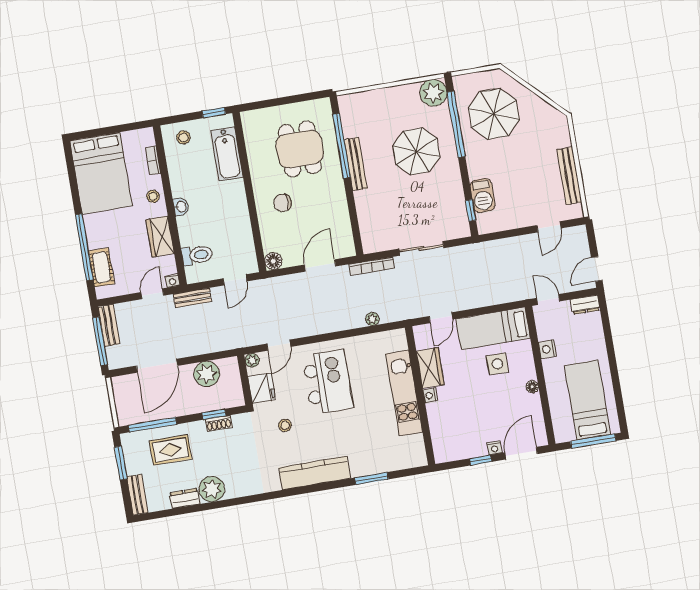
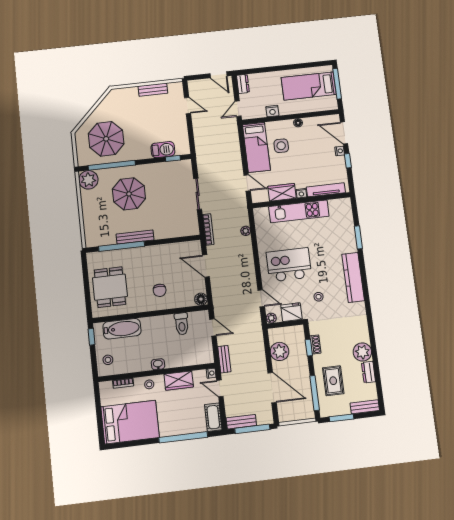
dining table: (300, 149) -> (110, 287), moved, turned 90
bench: (569, 176) -> (153, 90), width x0.73
toilet: (197, 255) -> (182, 324), moved, turned 180
cot: (101, 267) -> (213, 417), moved, turned 90
tv unit: (437, 430) -> (326, 190), added

